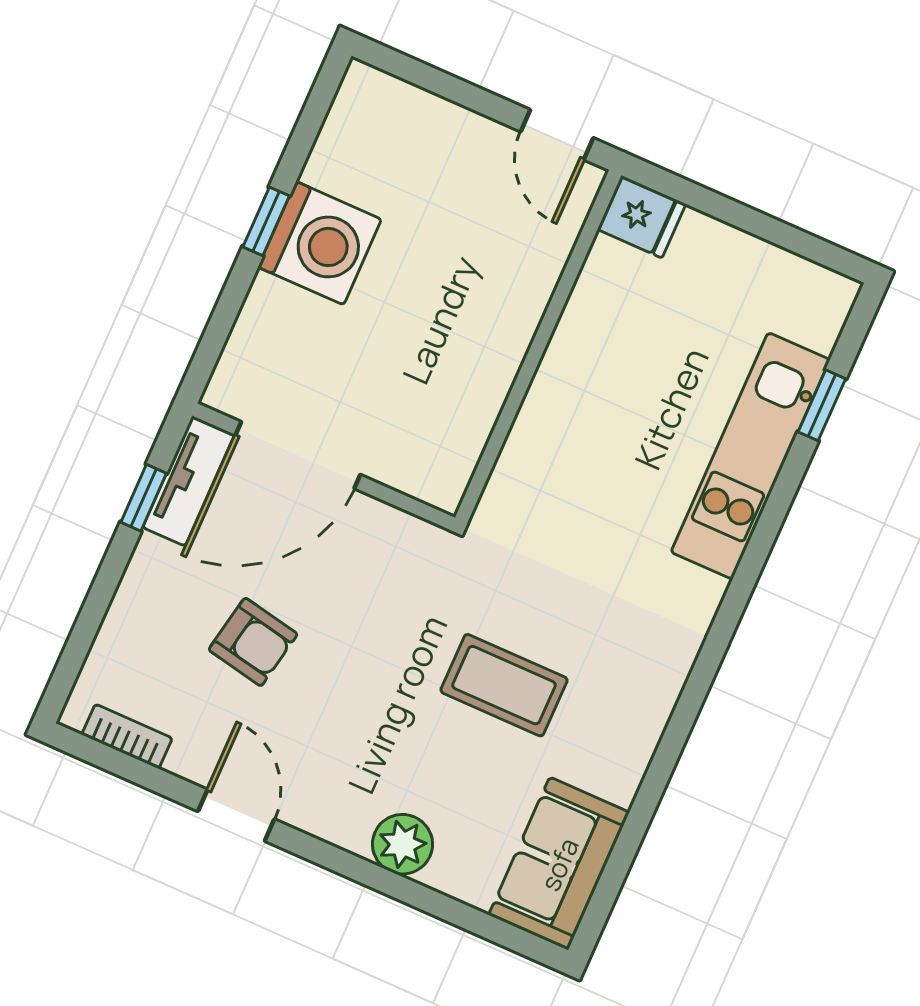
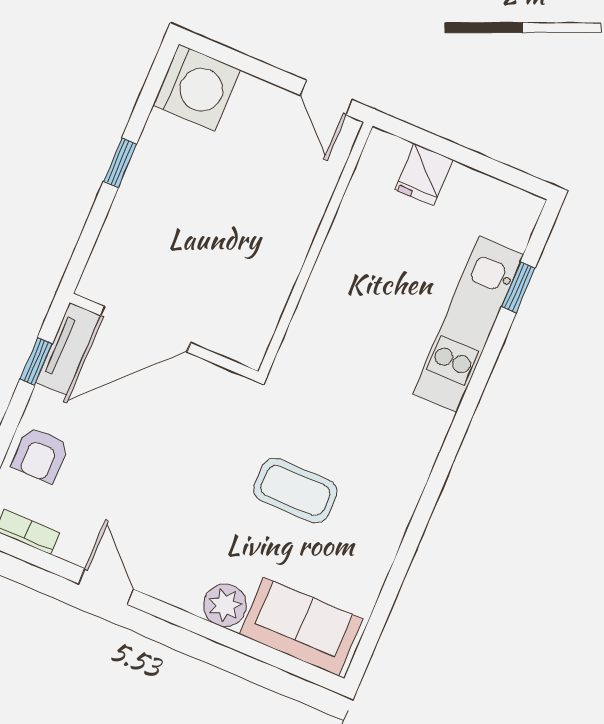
fridge: (642, 217) -> (424, 175), moved, turned 90
washing machine: (320, 243) -> (197, 88), moved
armchair: (253, 642) -> (40, 455), moved, turned 79
sofa: (559, 864) -> (301, 627), moved, turned 90

